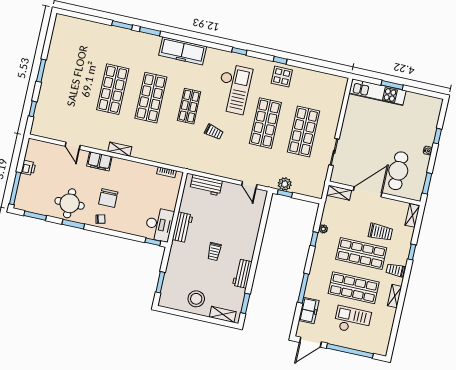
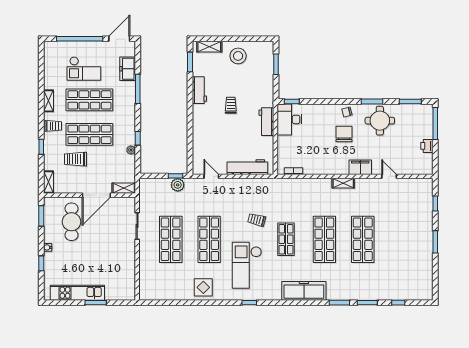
window: (280, 60) -> (398, 303), moved
kitchen unit: (378, 92) -> (77, 293), moved
workbench: (206, 185) -> (247, 167), width x1.38

